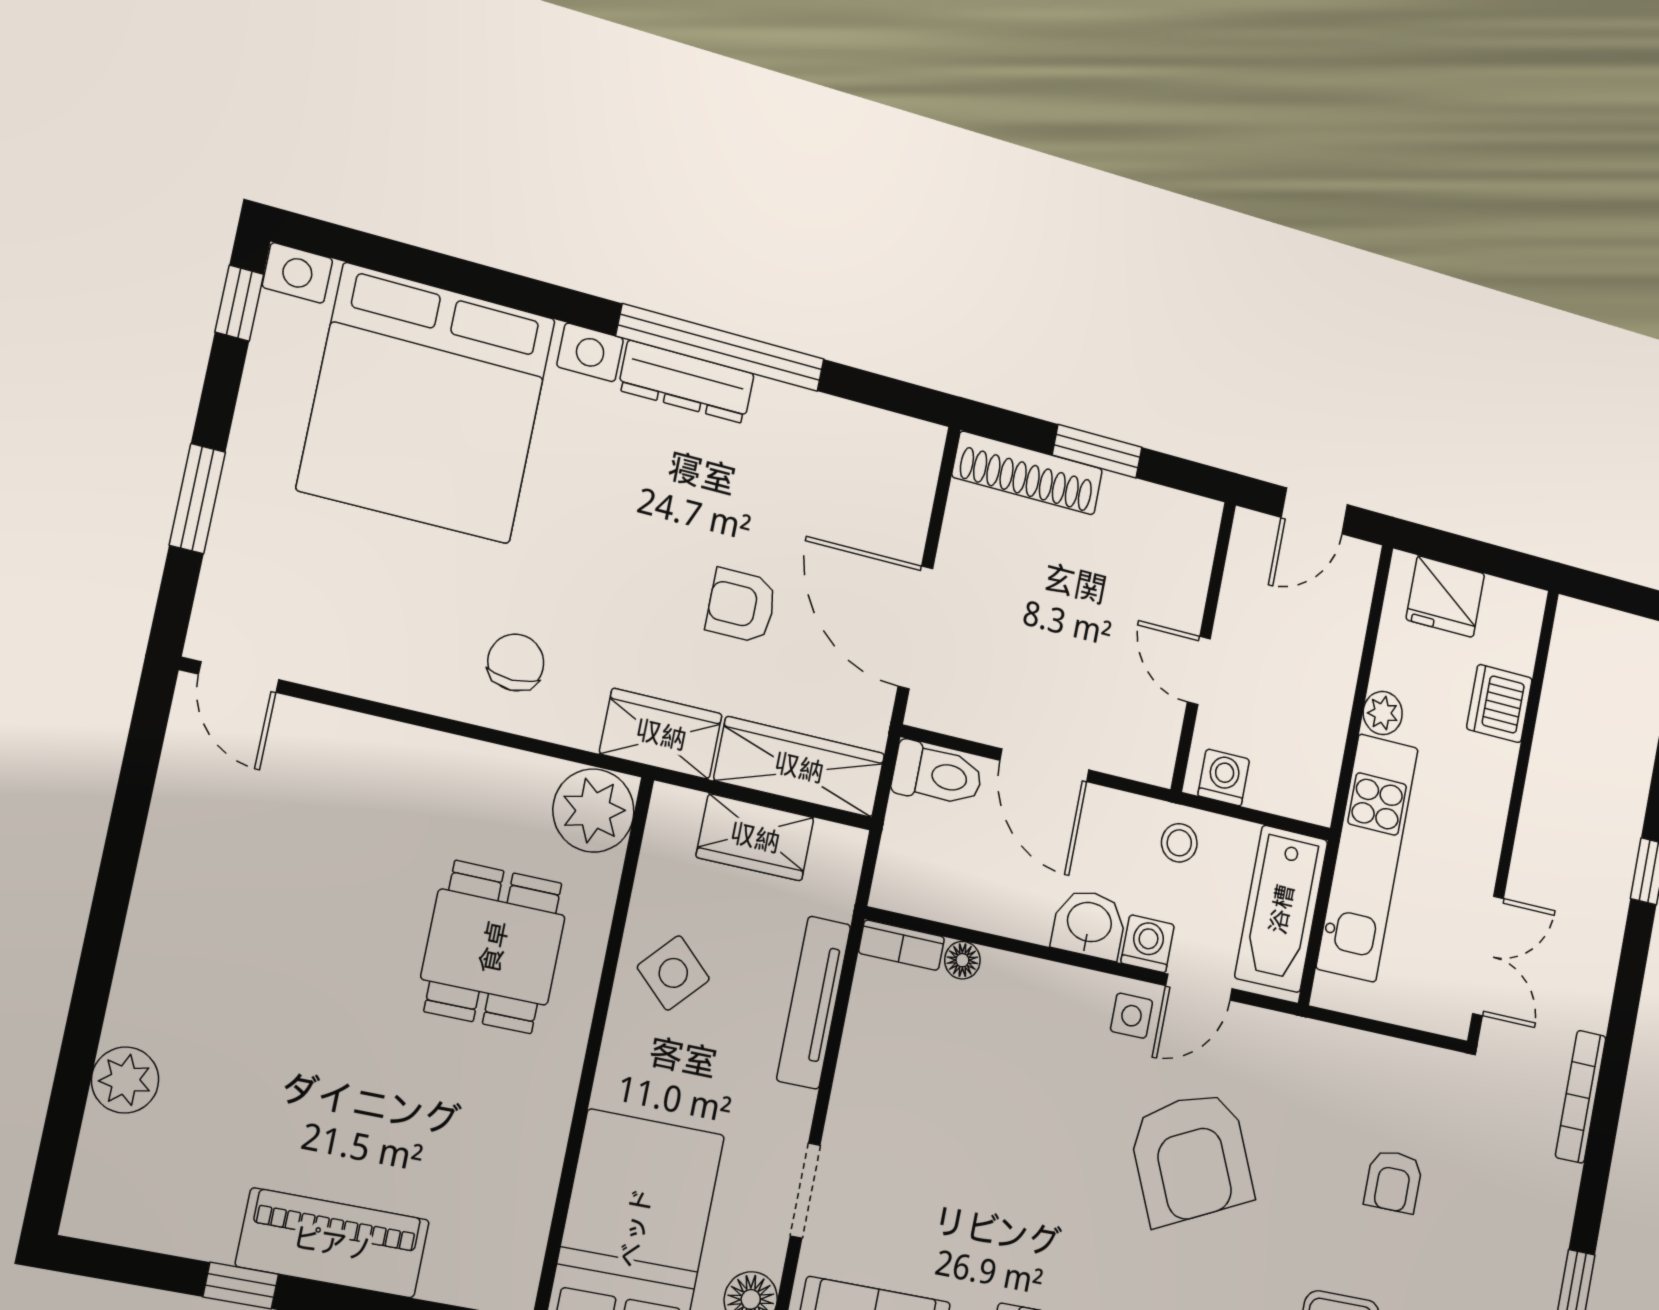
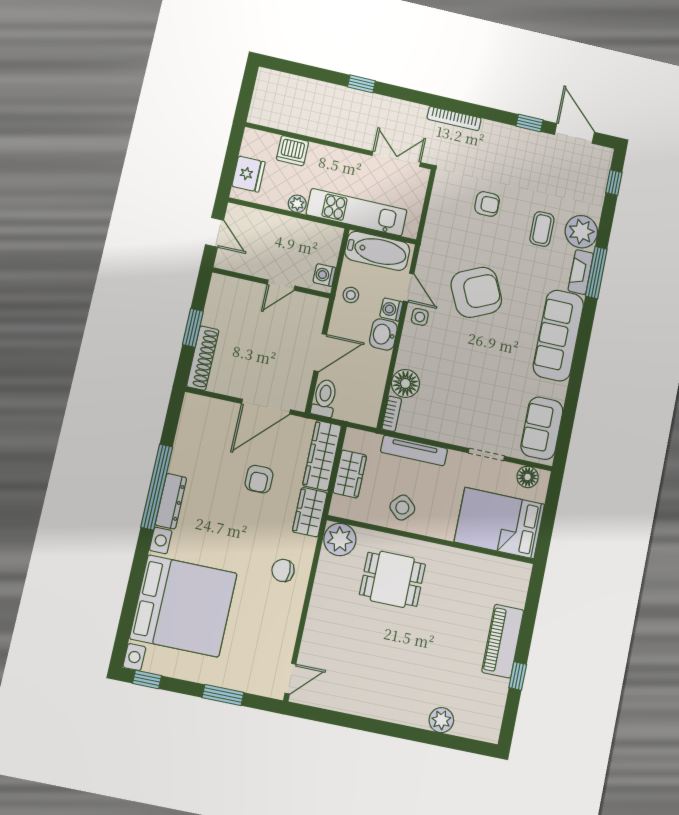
floor lamp: (962, 960) -> (405, 383), width x1.89, depth x1.89

